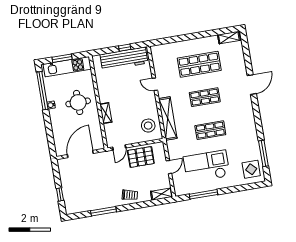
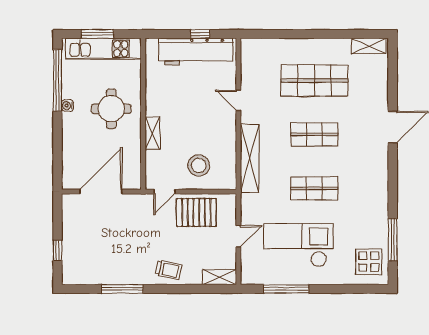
stool: (148, 126) -> (199, 166), moved

